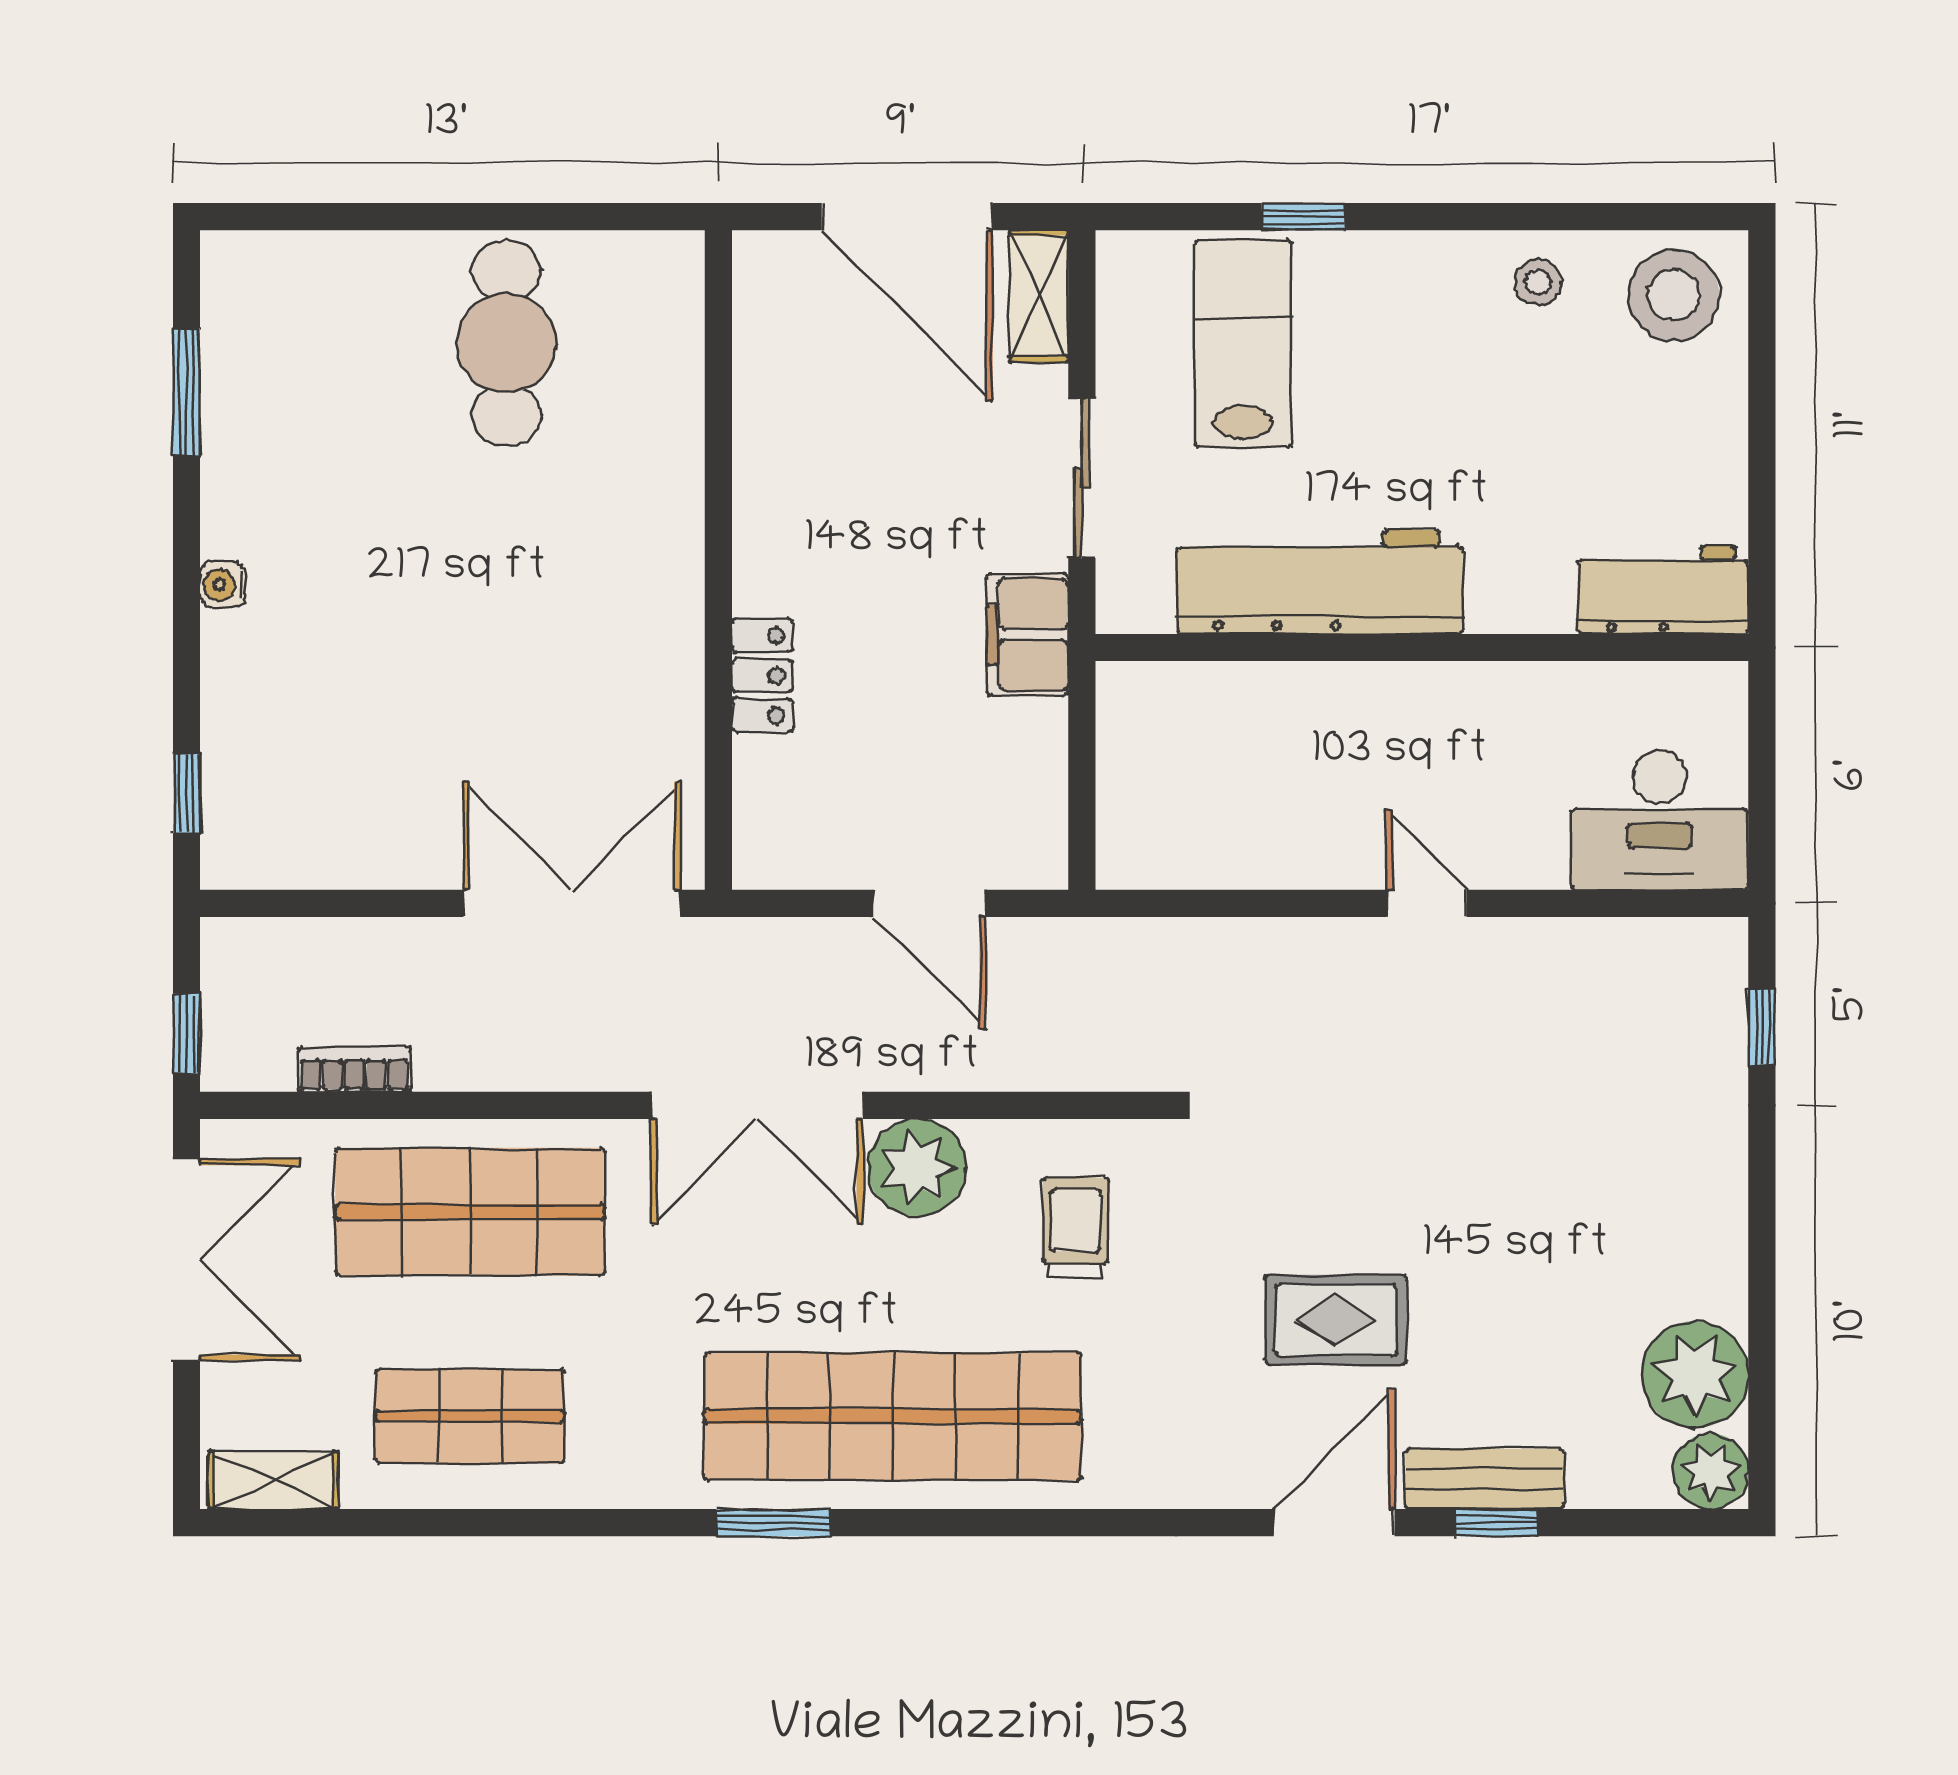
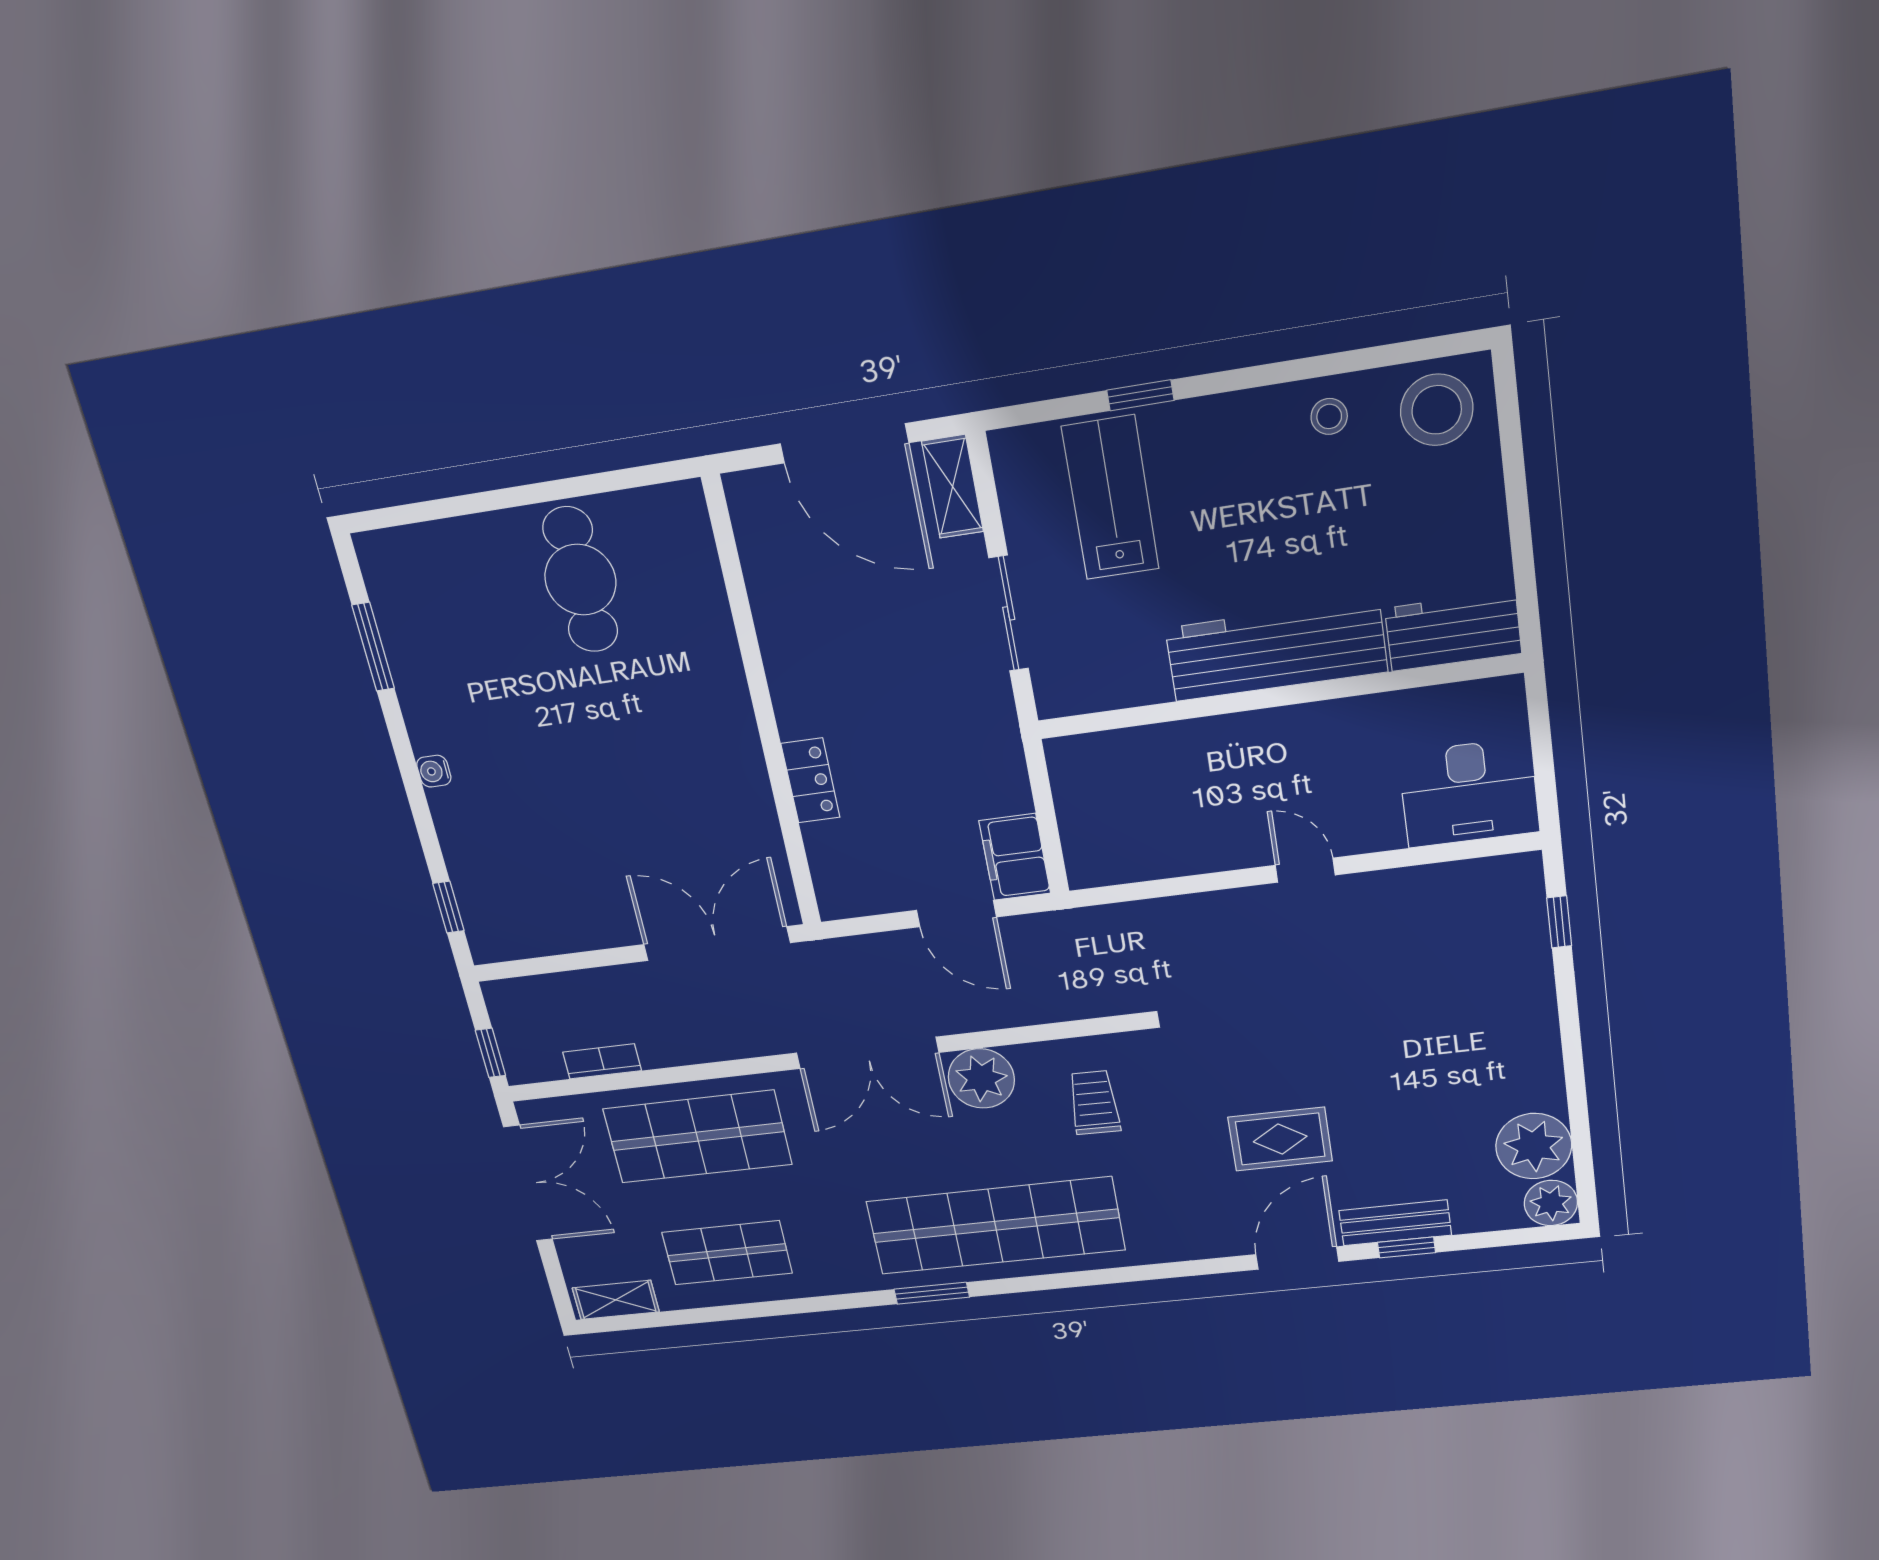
workbench: (1320, 582) -> (1276, 650), moved
filing cabinet: (1028, 635) -> (1015, 857), moved

